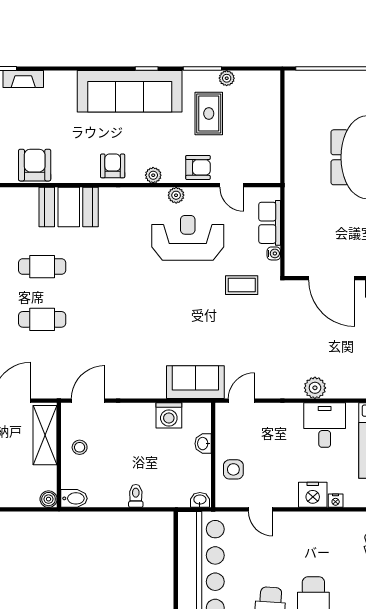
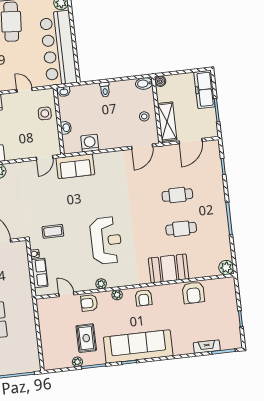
reception desk: (188, 238) -> (106, 241), moved, turned -90

